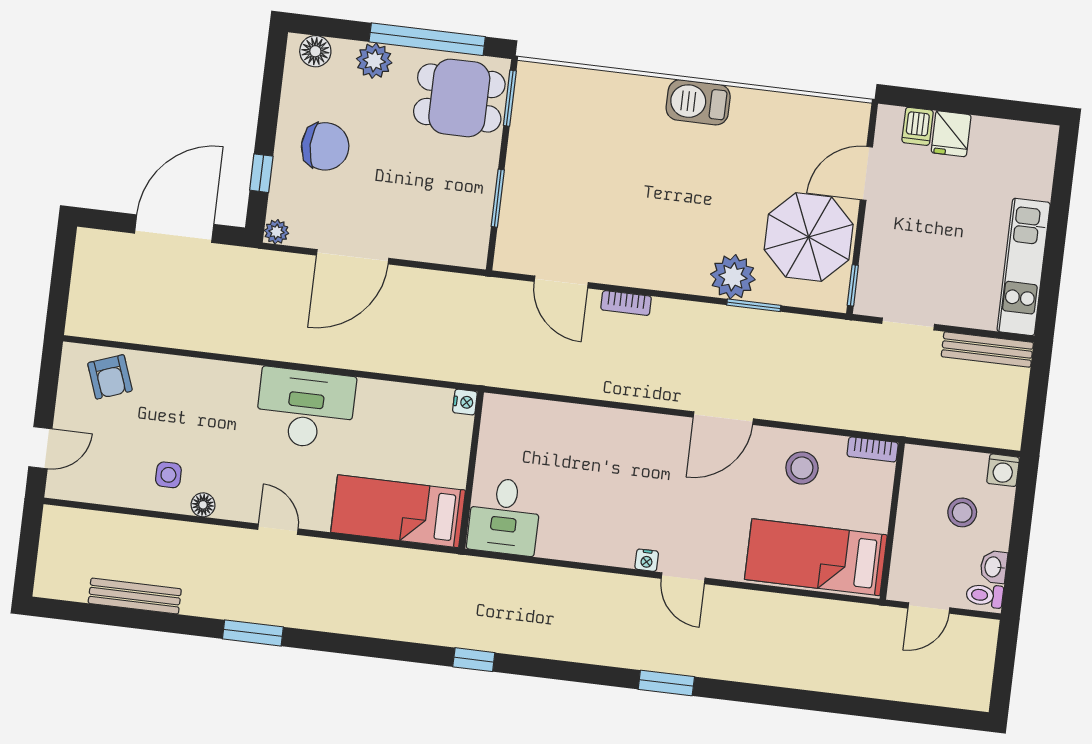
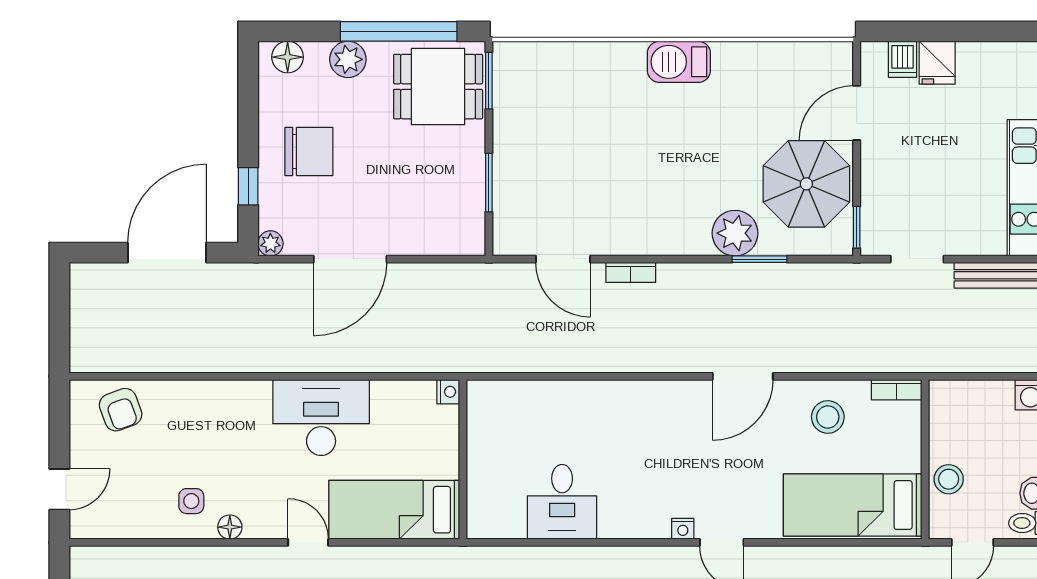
nightstand: (465, 402) -> (448, 392), moved
wall: (471, 470) -> (463, 459), moved
bed: (398, 511) -> (394, 510), moved
stool: (962, 512) -> (949, 479), moved
desk: (504, 516) -> (562, 502), moved

